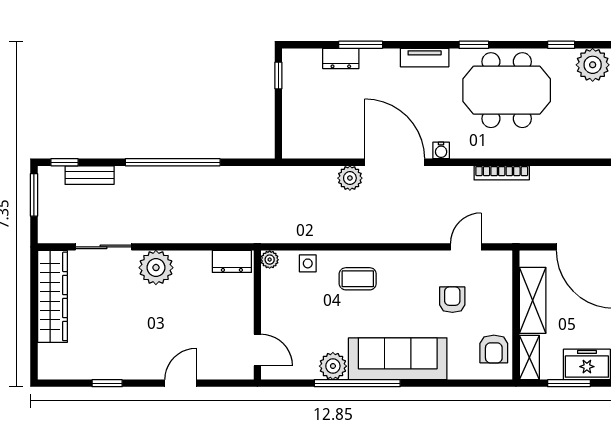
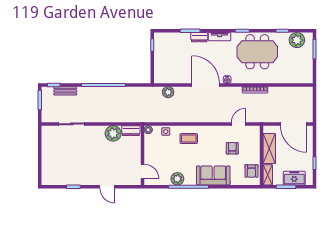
dresser: (341, 58) -> (199, 37), moved
plant: (350, 178) -> (168, 92), moved
plant: (156, 268) -> (113, 133), moved
wardrobe: (52, 296) -> (48, 147), removed
sofa: (398, 359) -> (213, 175), width x0.73
door: (181, 383) -> (107, 187), swing flipped

